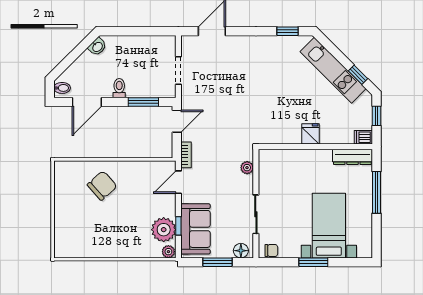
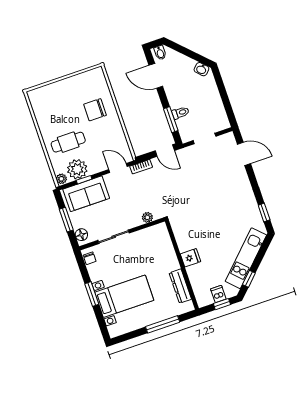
toilet: (119, 88) -> (180, 113), moved
dishwasher: (363, 137) -> (218, 294), moved
dresser: (352, 157) -> (180, 286), moved
chair: (102, 186) -> (95, 110), turned 132
cafe table: (129, 229) -> (68, 142), added

